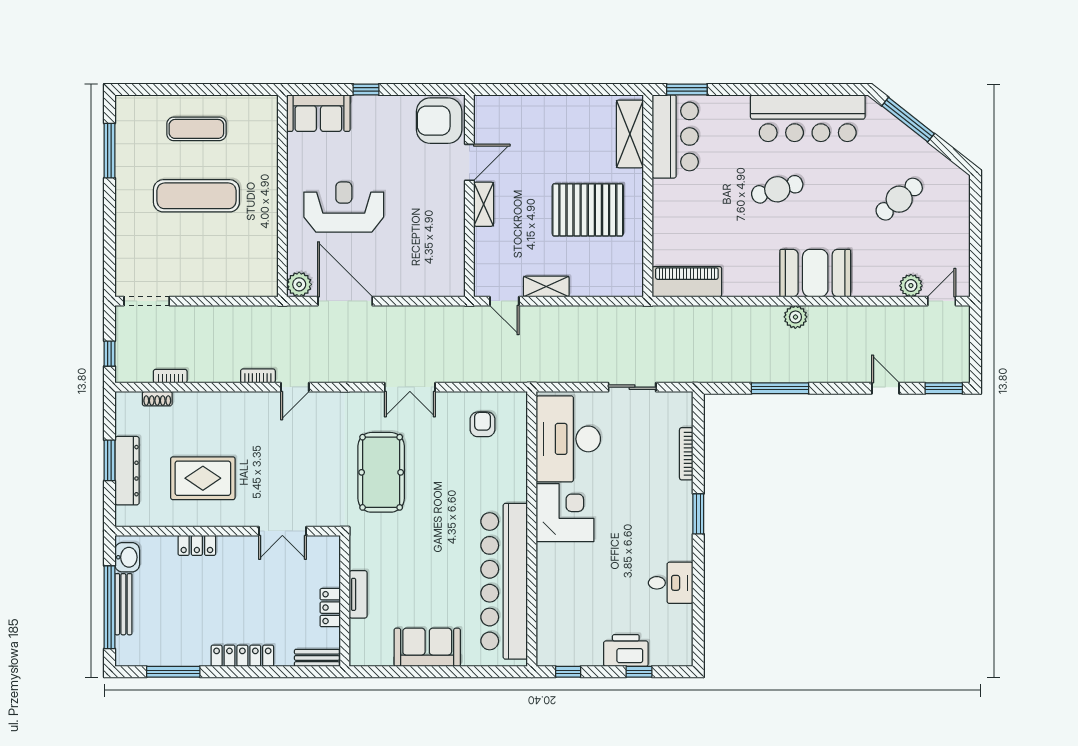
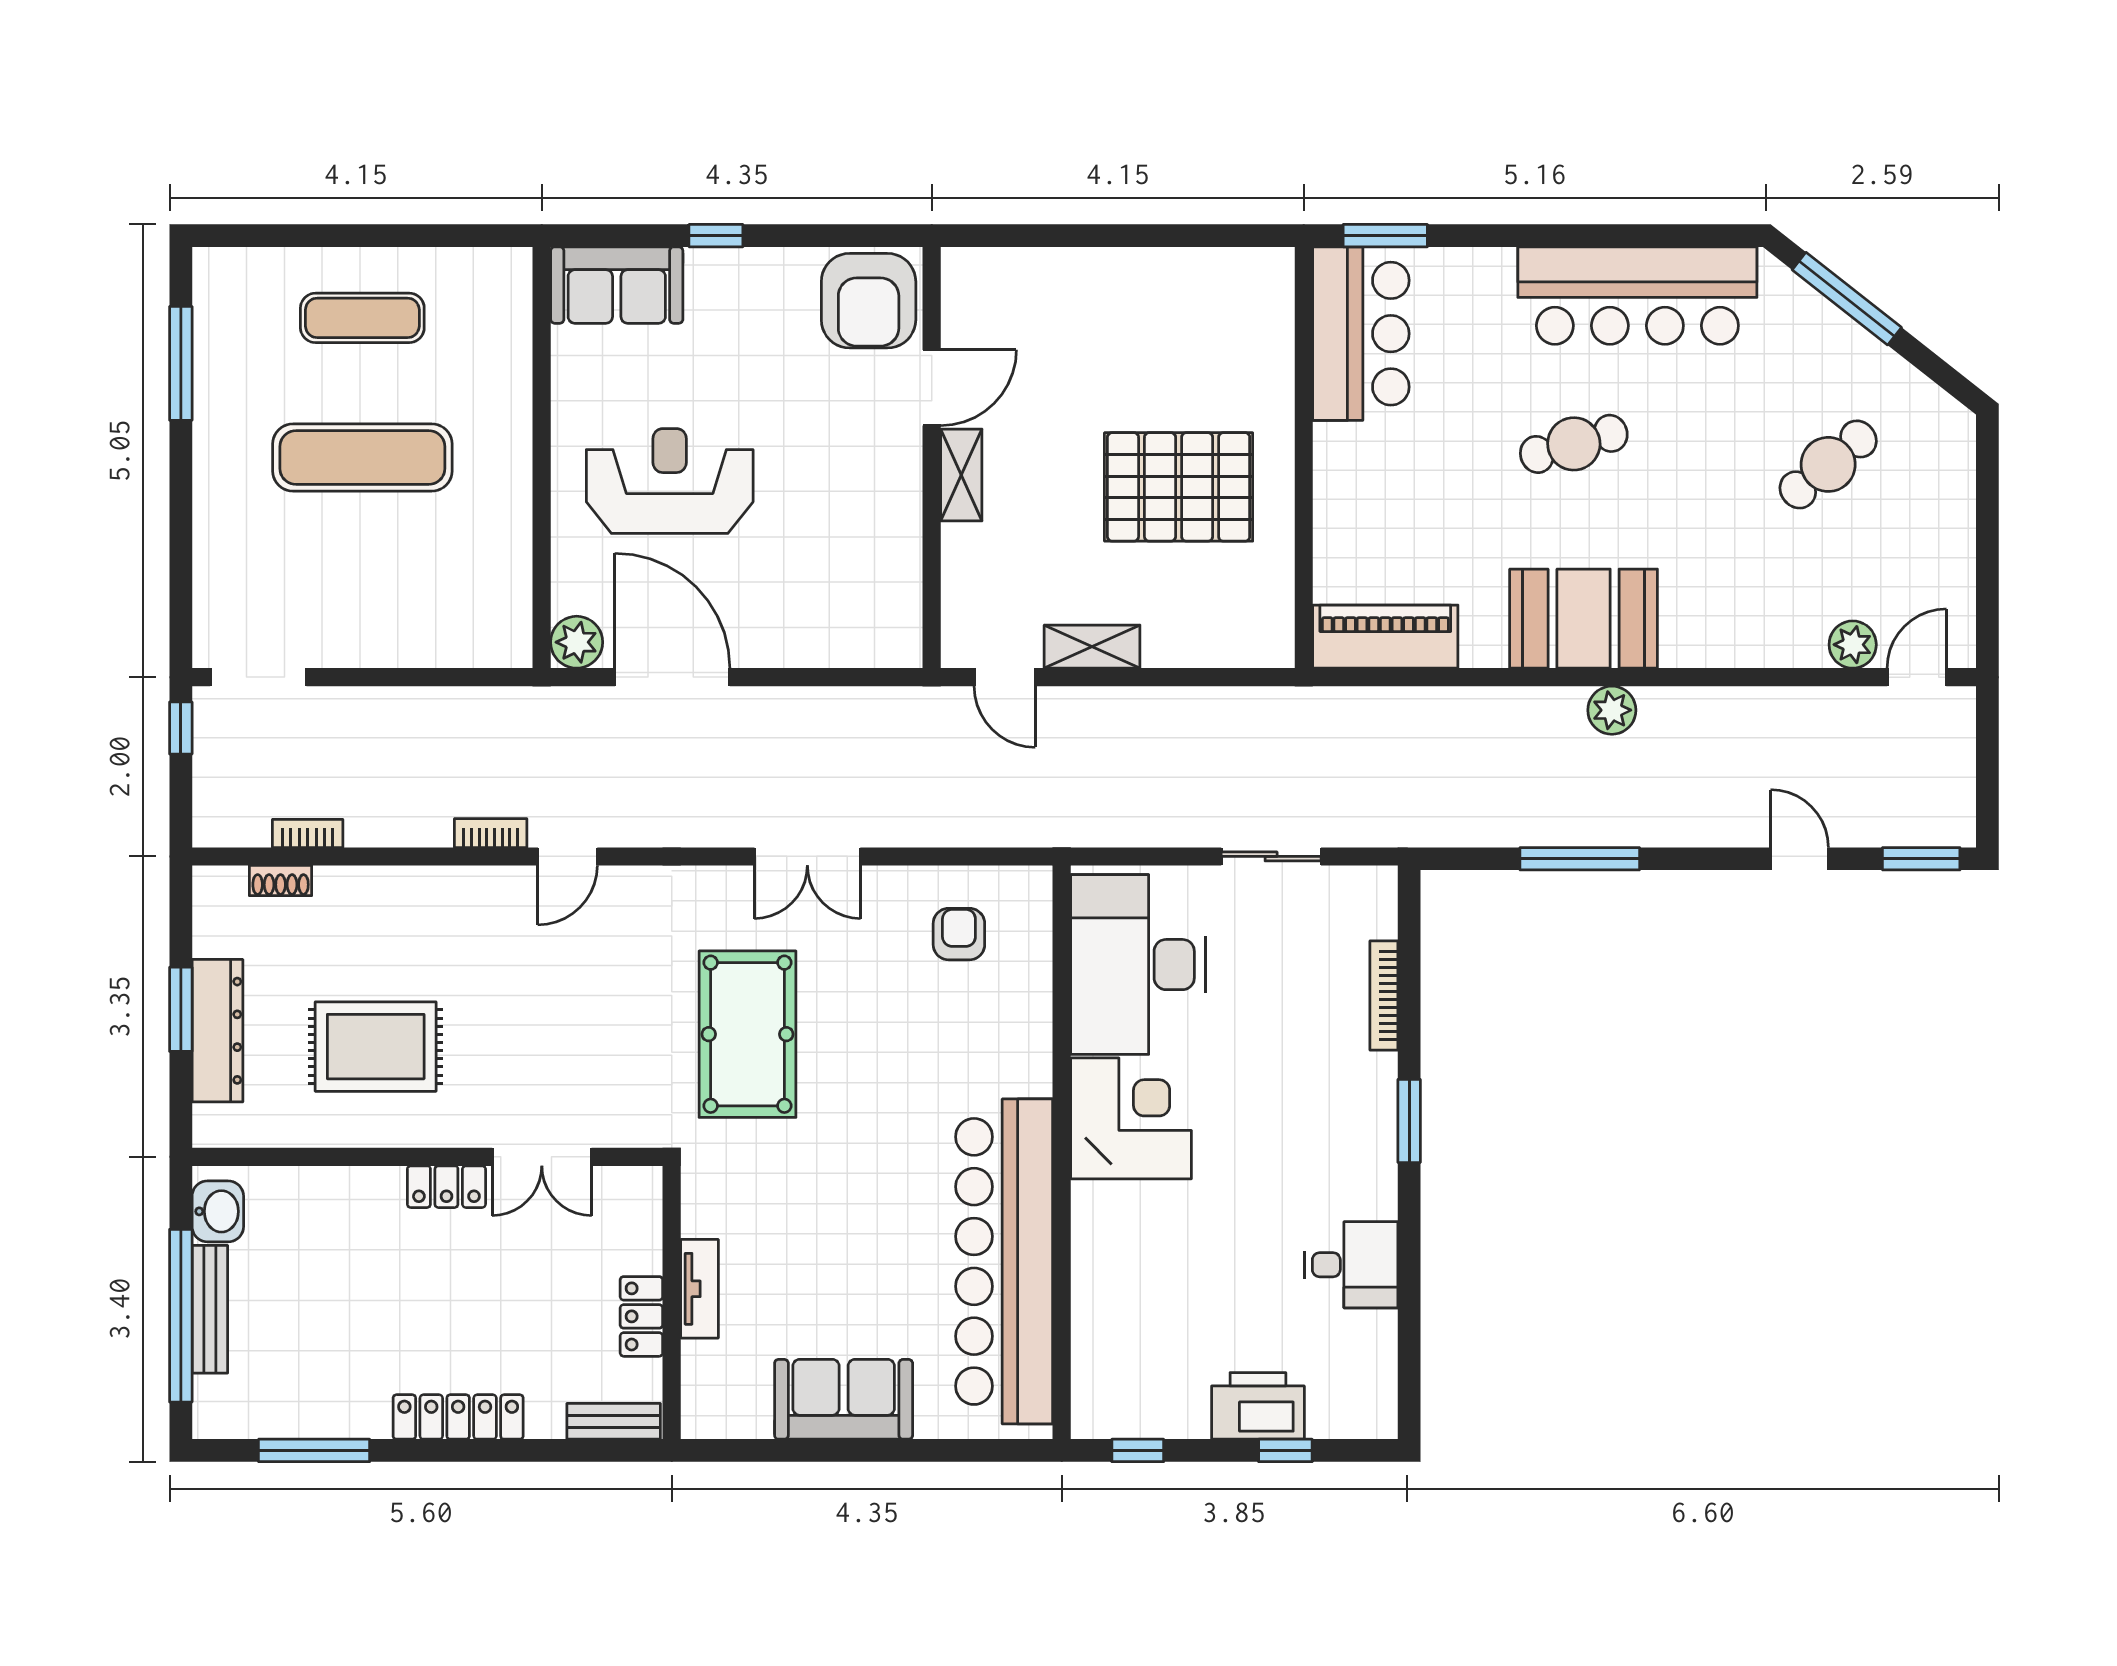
armchair: (439, 121) -> (869, 301), turned -90
shelving: (630, 134) -> (1267, 328), removed
booth: (815, 273) -> (1584, 619), moved
window: (109, 354) -> (181, 728), moved
locker: (197, 545) -> (446, 1187), moved

